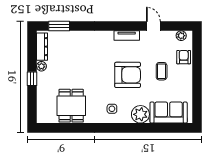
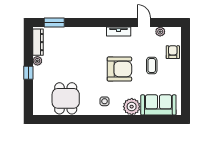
plant: (181, 36) -> (160, 32), moved

